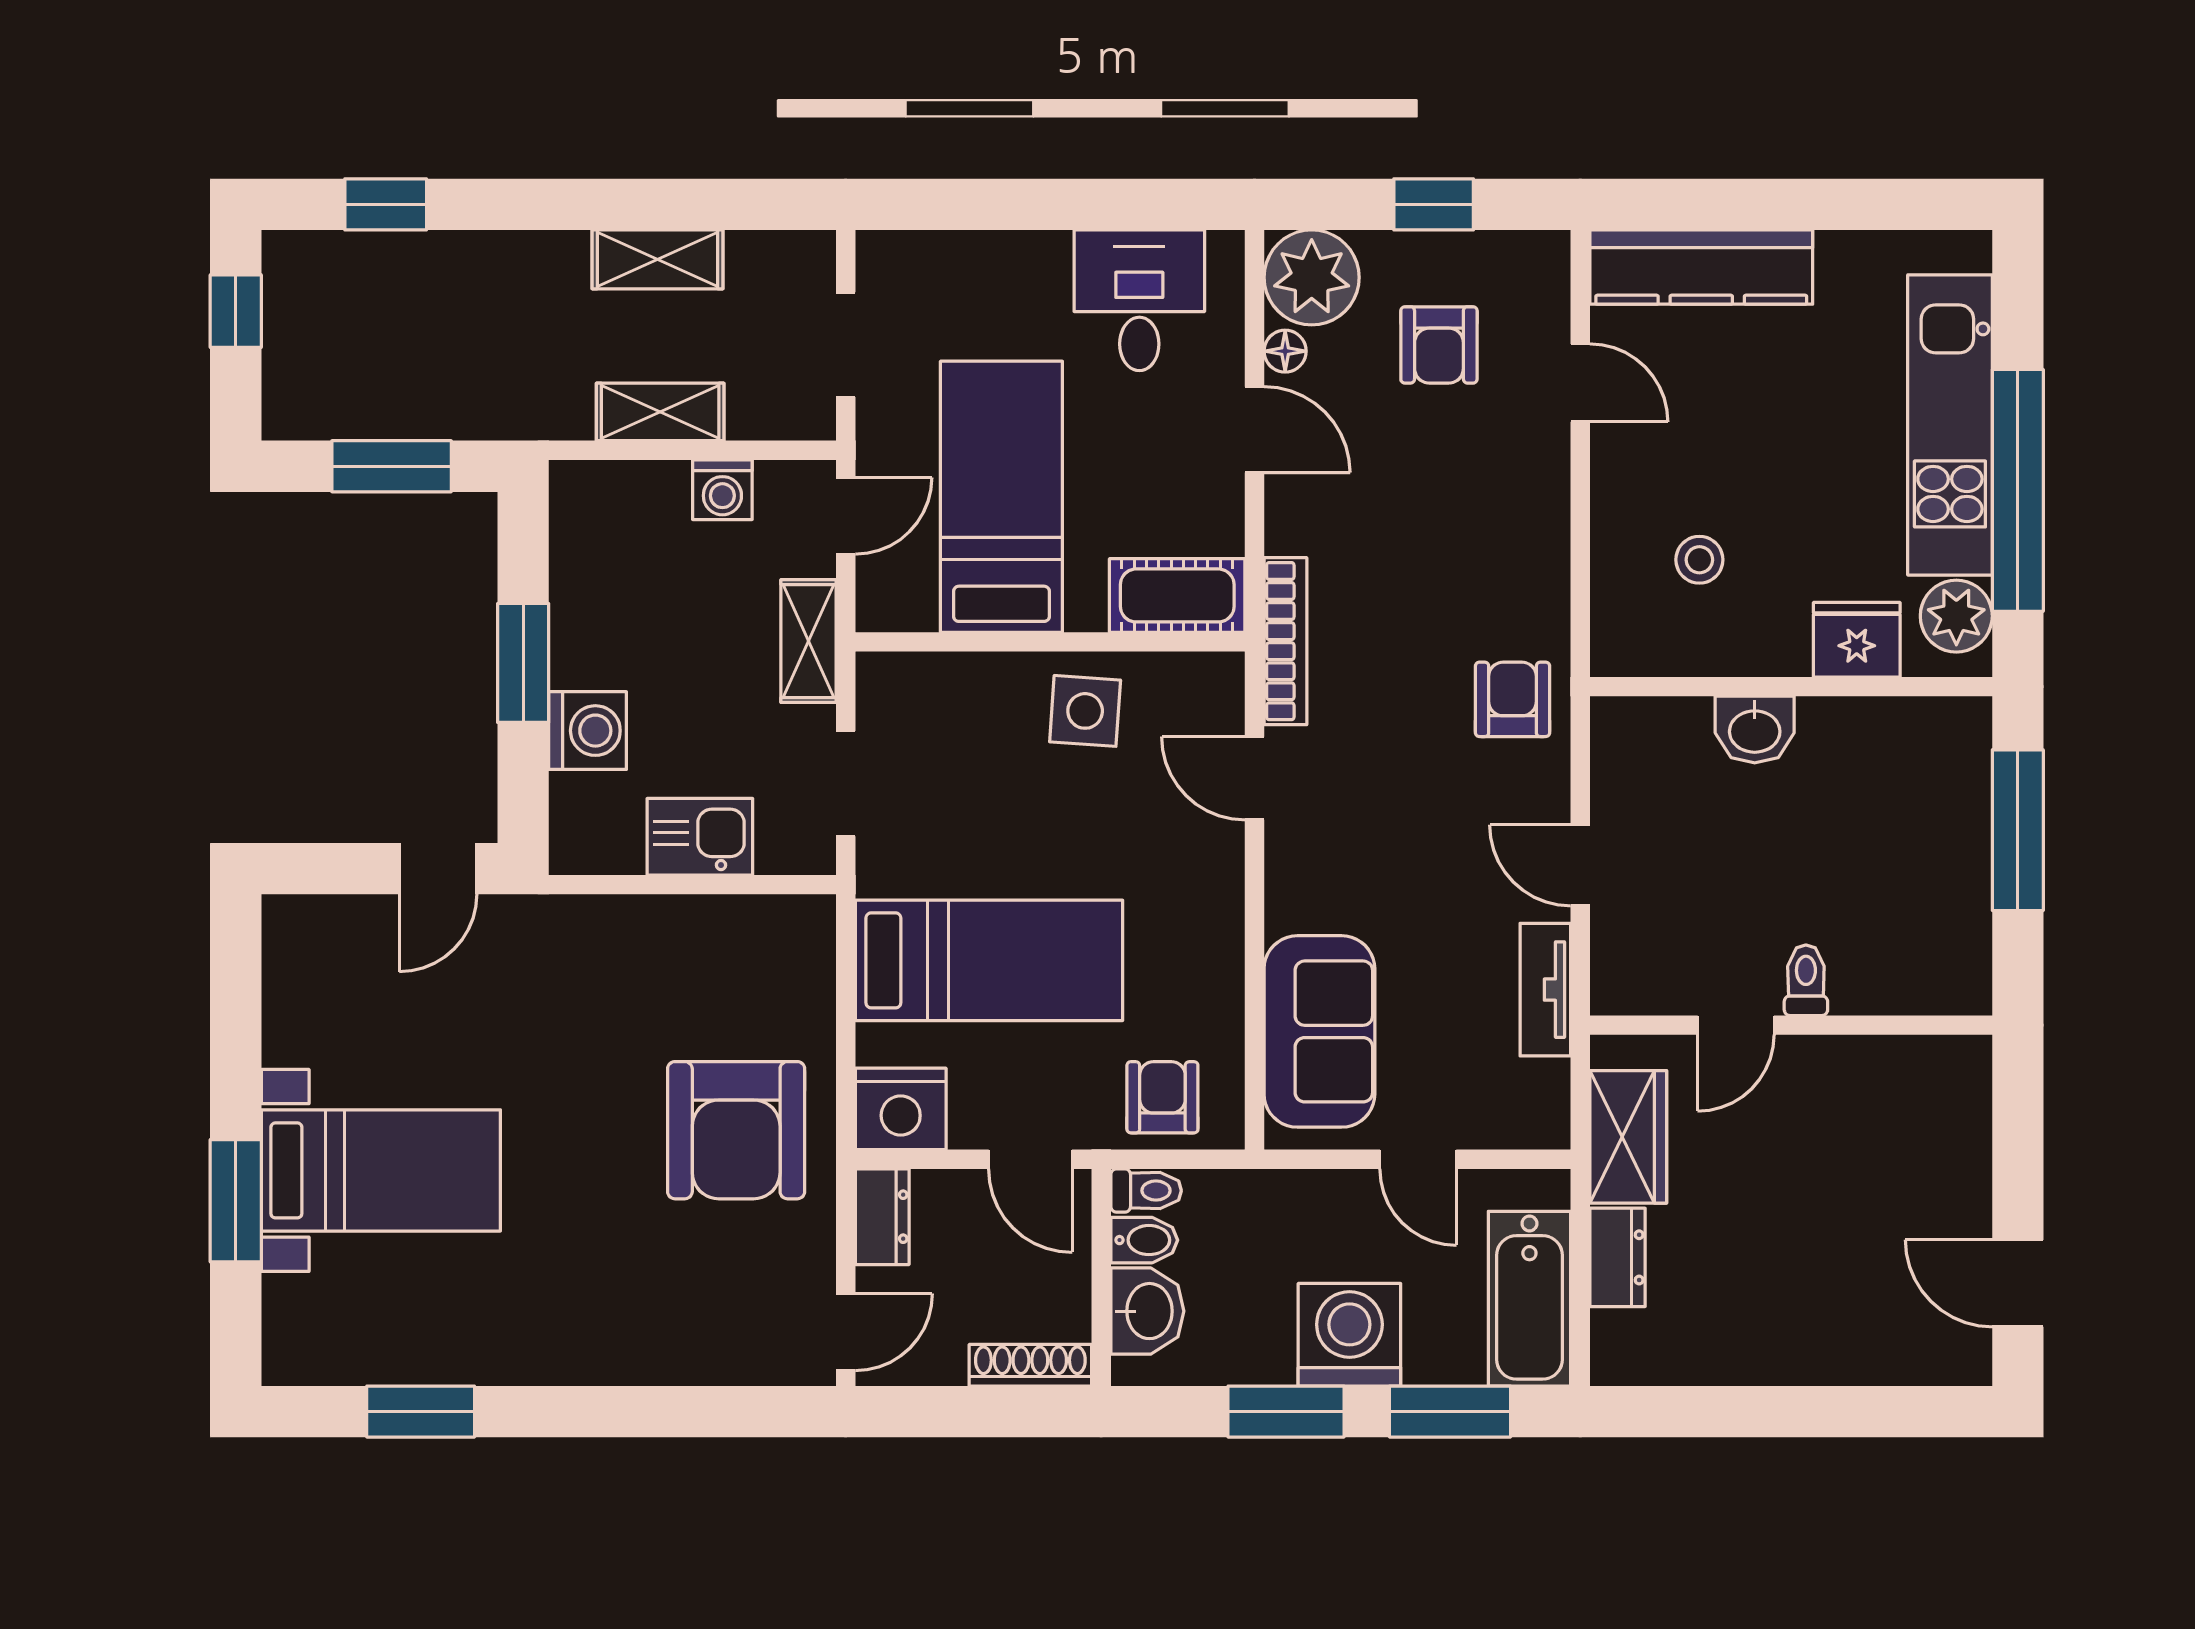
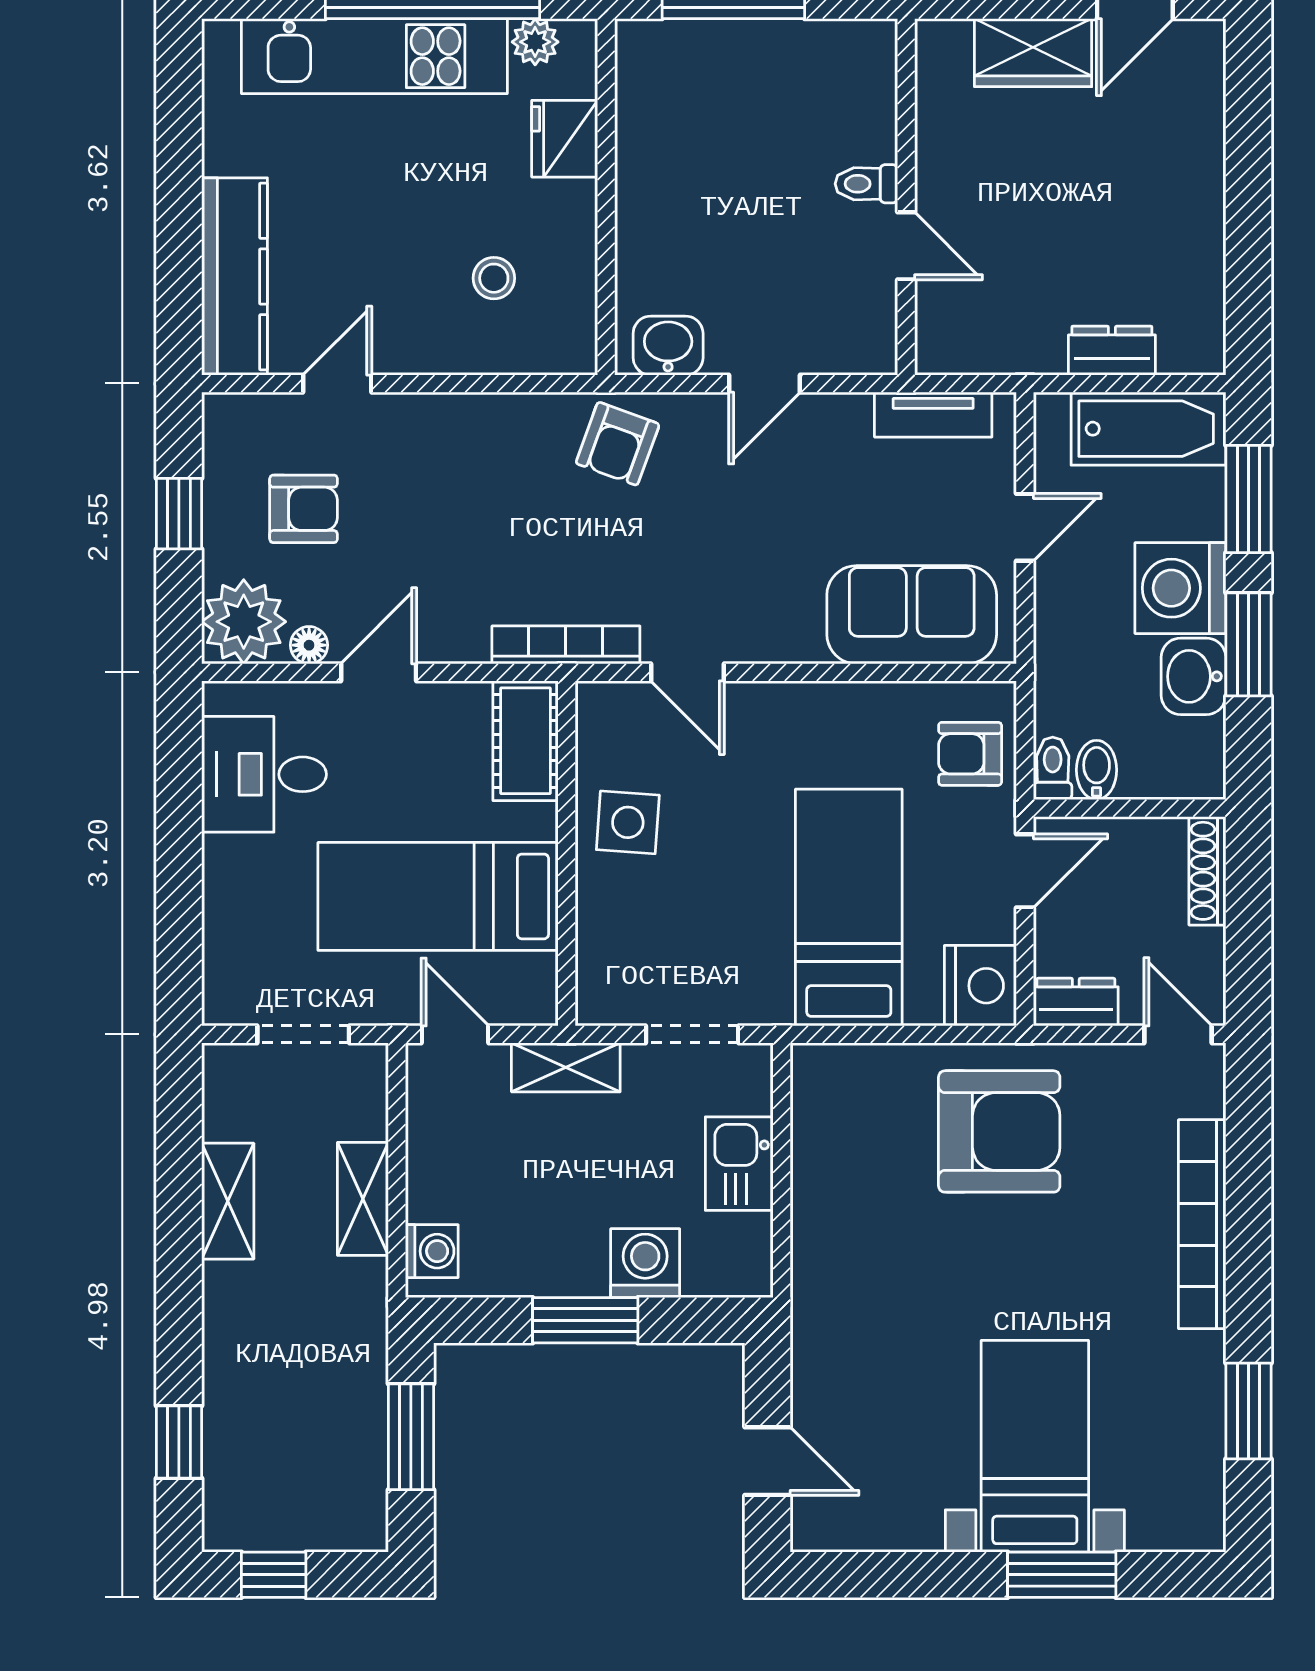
washing machine: (722, 490) -> (432, 1251), moved
plant: (1956, 616) -> (535, 42), width x0.73, depth x0.73
armchair: (1513, 699) -> (618, 444), turned -70
washbasin: (1755, 730) -> (668, 346), moved, turned -90
door: (1255, 778) -> (687, 672), hinge flipped
door: (438, 869) -> (767, 1461), moved
tv unit: (1545, 990) -> (933, 415), moved
wardrobe: (1628, 1137) -> (1033, 53), moved, turned 180
washbasin: (1147, 1311) -> (1193, 676), moved, turned -90
bookcase: (631, 1359) -> (1202, 1224), added

